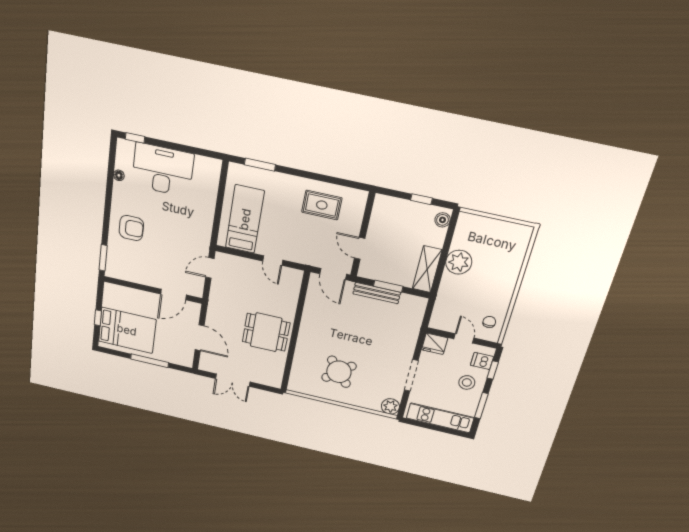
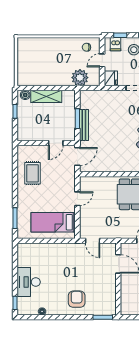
desk: (163, 170) -> (29, 282), width x0.73, depth x0.77
plant: (459, 262) -> (80, 78), moved
shelving: (427, 269) -> (46, 96), moved

